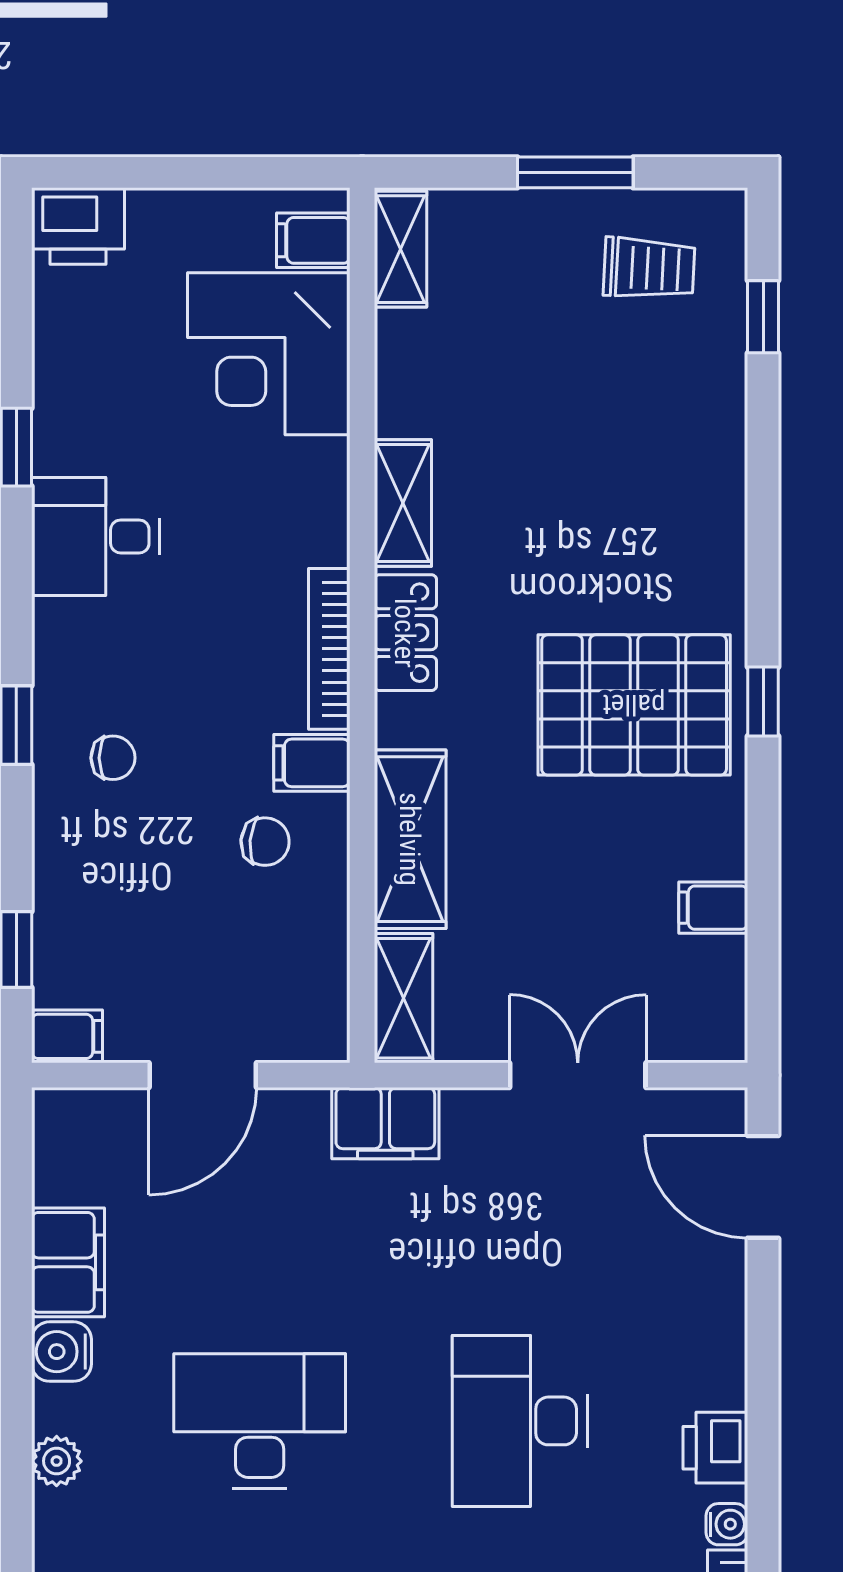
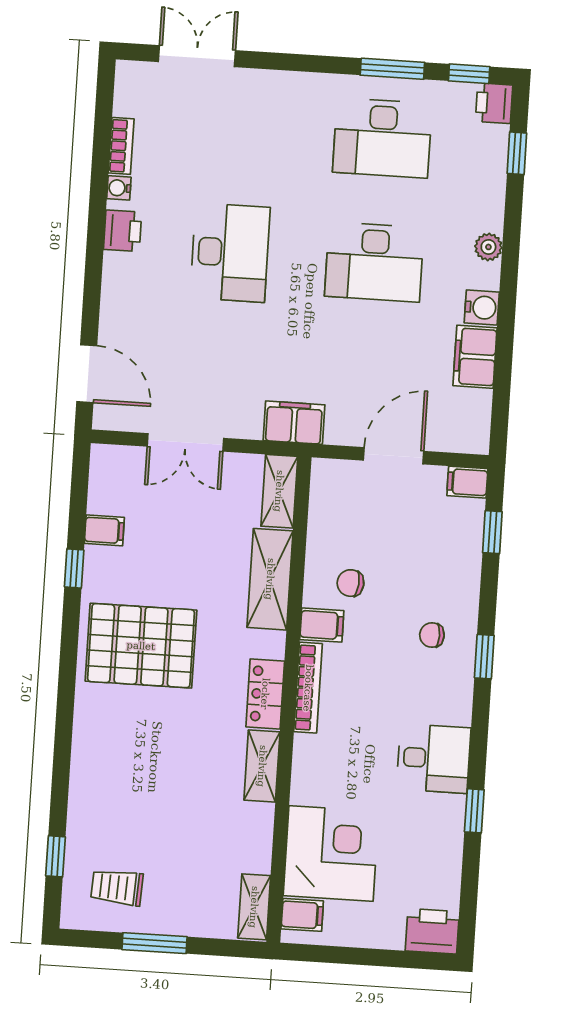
window: (763, 701) -> (74, 568), moved

